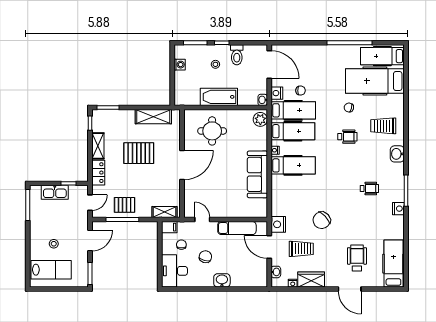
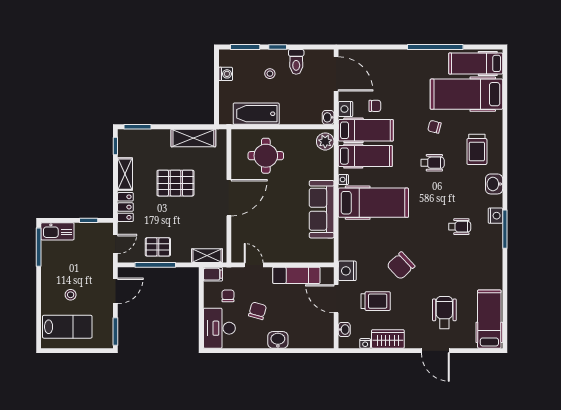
bathtub: (219, 97) -> (256, 114), moved
trolley: (383, 126) -> (477, 149), turned -90
hospital bed: (293, 165) -> (373, 203), width x1.37, depth x1.29
kitchen sink: (55, 192) -> (57, 231), moved
nightstand: (398, 209) -> (495, 216), moved

